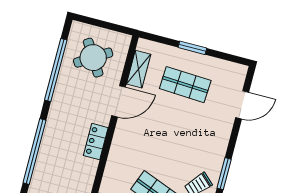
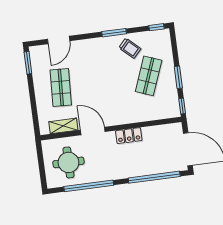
window: (192, 48) -> (28, 63), moved
round table: (93, 58) -> (68, 162), turned 32
door: (242, 105) -> (59, 40), swing flipped

